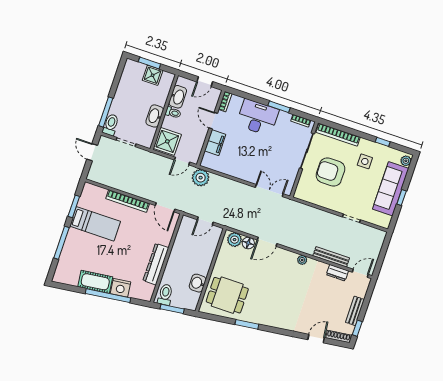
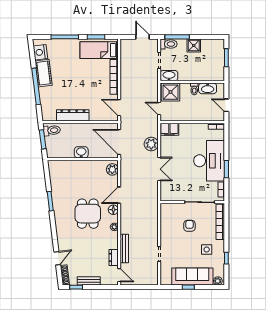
shower: (153, 75) -> (194, 46), moved
washbasin: (155, 116) -> (169, 76), moved
desk: (257, 117) -> (209, 161), width x1.36, depth x1.30
door: (213, 121) -> (198, 122), removed
filing cabinet: (215, 143) -> (169, 129), moved
door: (92, 152) -> (142, 37), hinge flipped
armchair: (330, 172) -> (189, 226), width x0.53, depth x0.53
plant: (201, 178) -> (151, 144), moved
double door: (269, 191) -> (159, 169), moved
door: (165, 207) -> (119, 108), hinge flipped
door: (205, 221) -> (119, 142), width x1.87
bed: (95, 224) -> (99, 50), moved, turned 90
door: (267, 242) -> (119, 195), hinge flipped
floor lamp: (248, 243) -> (113, 210), moved
washbasin: (198, 283) -> (81, 152), moved
nightstand: (120, 288) -> (40, 52), moved
dining table: (227, 295) -> (88, 214), moved
door: (316, 339) -> (57, 258), hinge flipped

